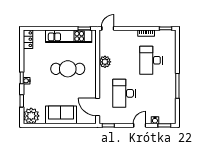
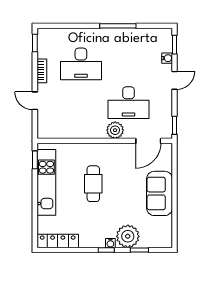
door: (108, 28) -> (35, 101), moved
locker: (28, 39) -> (58, 241), width x1.53
plant: (105, 62) -> (115, 130), moved
cafe table: (68, 69) -> (93, 184), width x0.73, depth x0.74
plant: (31, 116) -> (128, 236), moved
door: (140, 125) -> (175, 80), swing flipped

